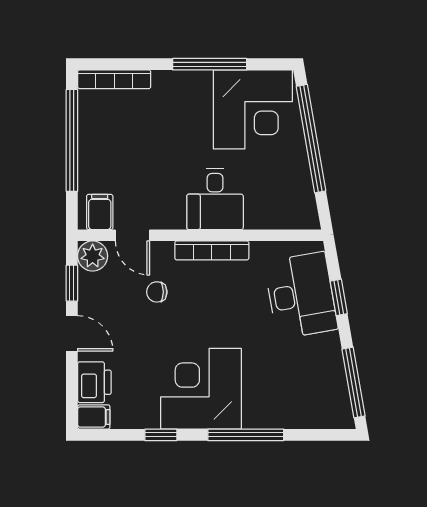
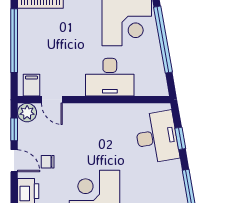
desk: (215, 199) -> (110, 77), width x1.37
bookcase: (212, 250) -> (101, 109), removed
chair: (157, 292) -> (48, 162), moved

